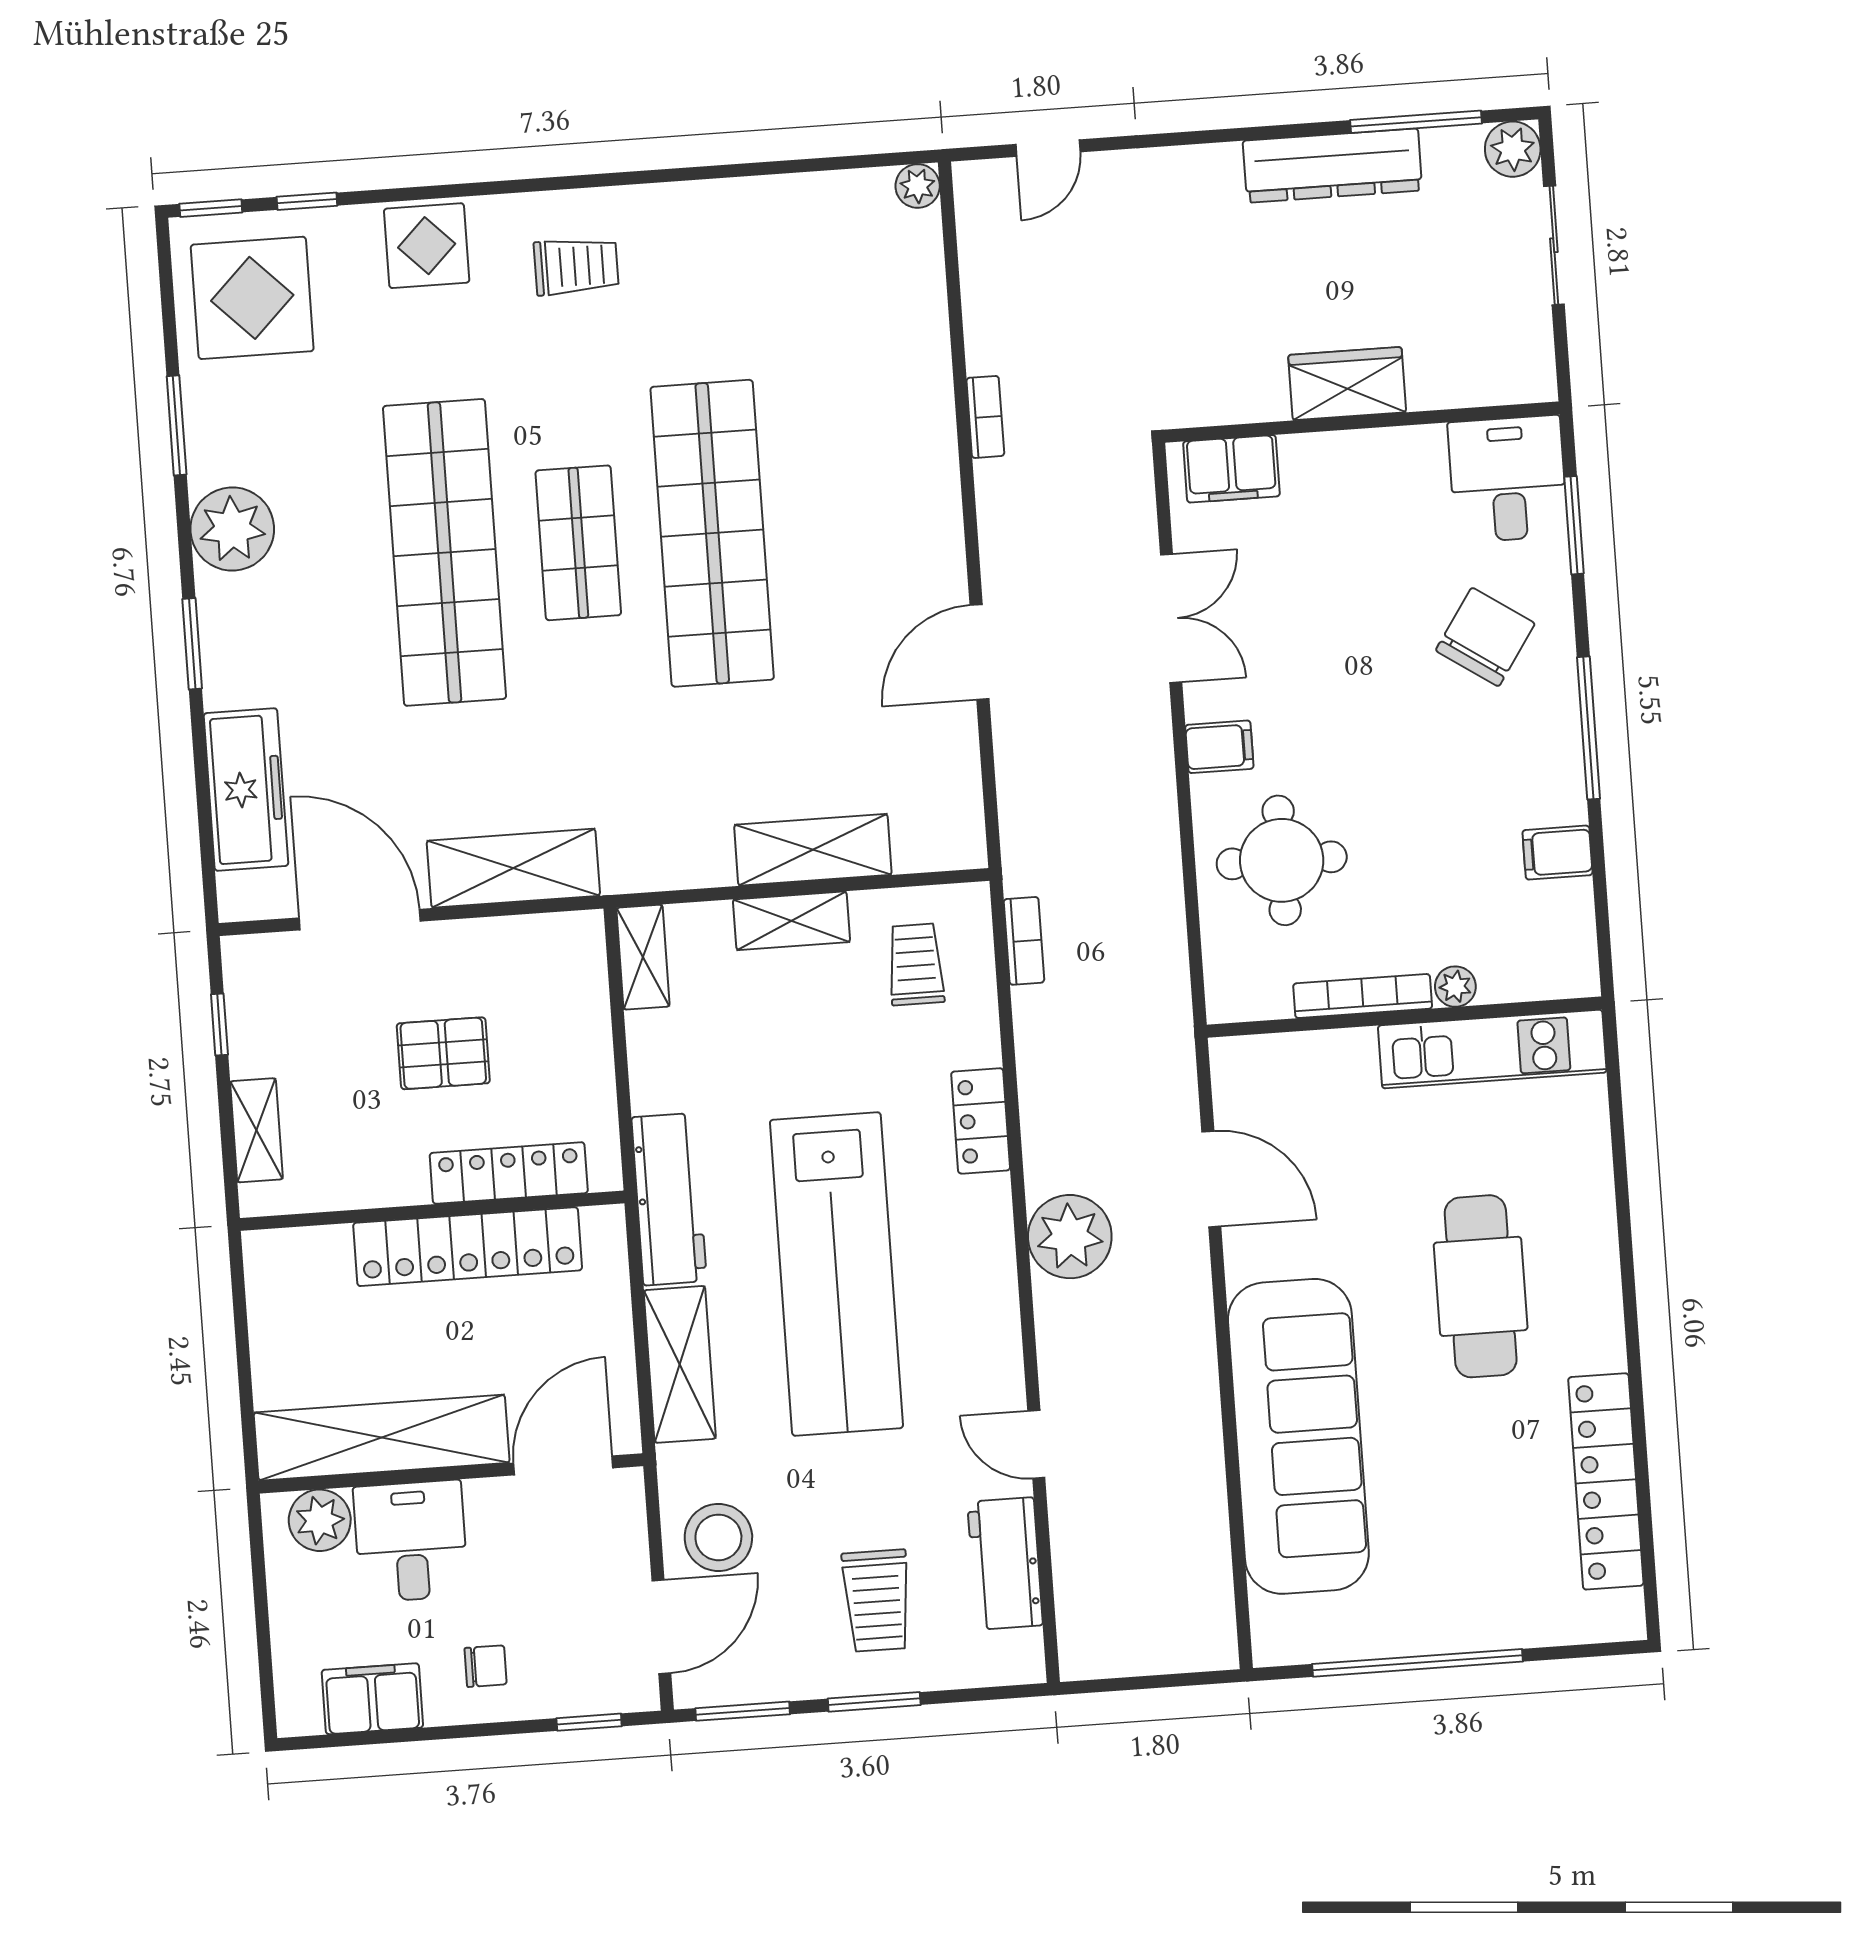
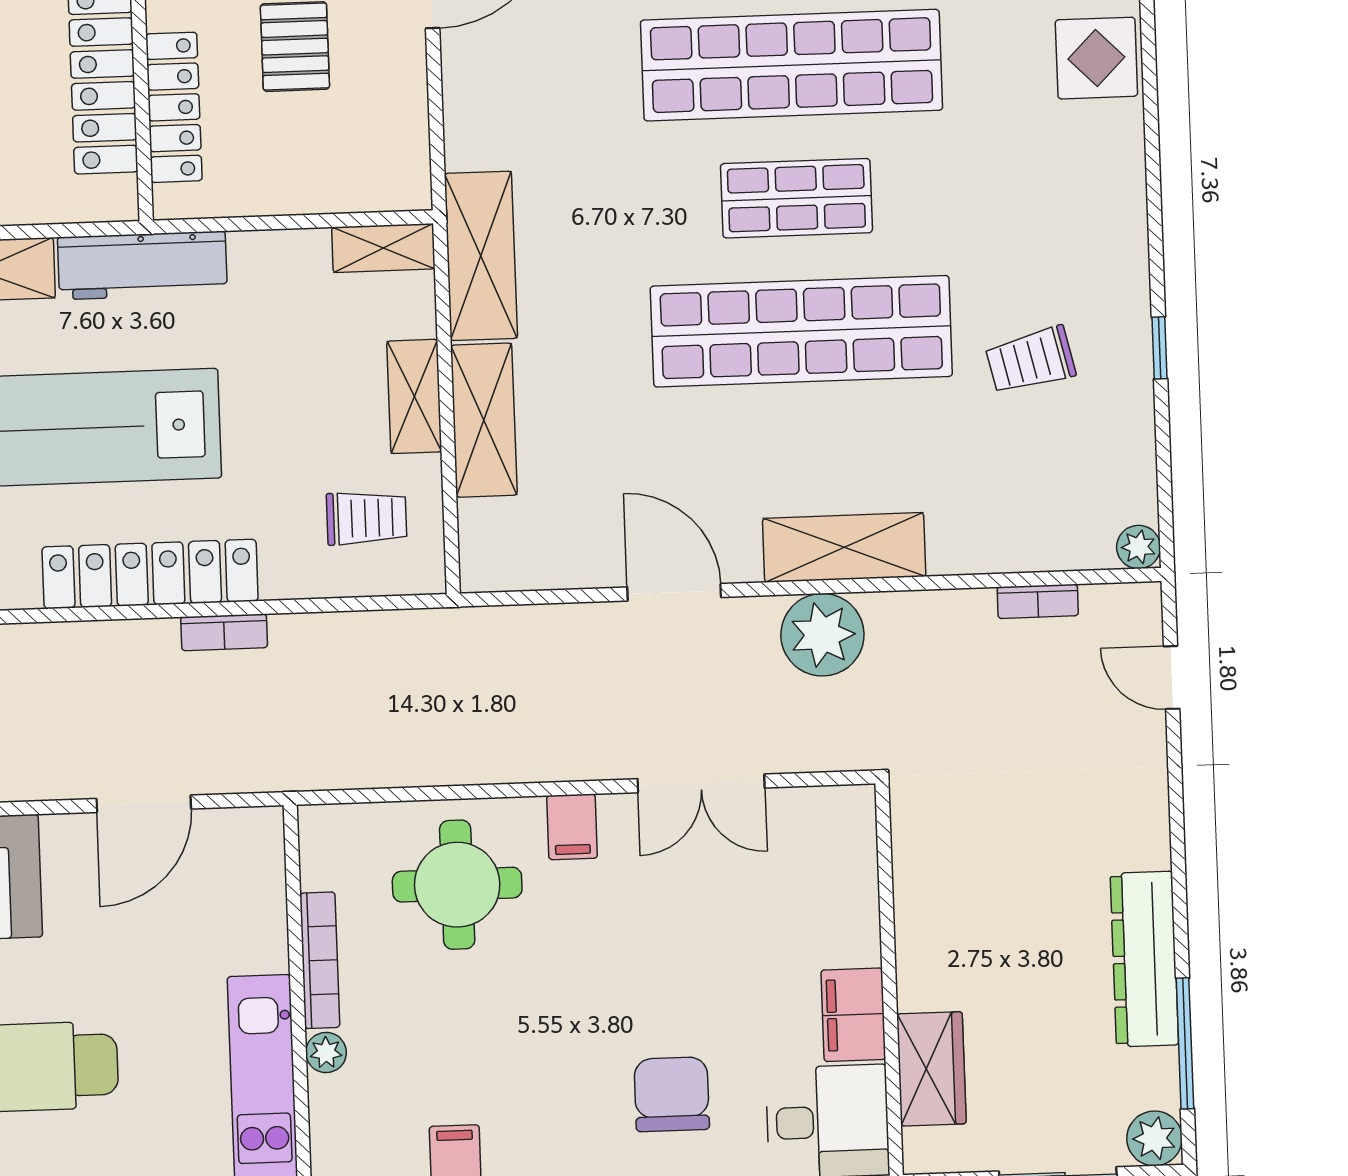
window: (716, 172) -> (1159, 348), added
trolley: (576, 266) -> (1031, 360), moved, turned 77
wardrobe: (1347, 384) -> (931, 1069), moved
bookcase: (985, 417) -> (1038, 601), moved
filing cabinet: (1231, 469) -> (853, 1015), moved
shelving: (928, 482) -> (844, 547), added
chair: (1485, 637) -> (672, 1094), turned -124
shelving: (513, 868) -> (481, 256), moved
bookcase: (1024, 941) -> (224, 632), moved
locker: (981, 1121) -> (150, 574), width x2.16, depth x1.21
plant: (1070, 1237) -> (822, 635), moved

